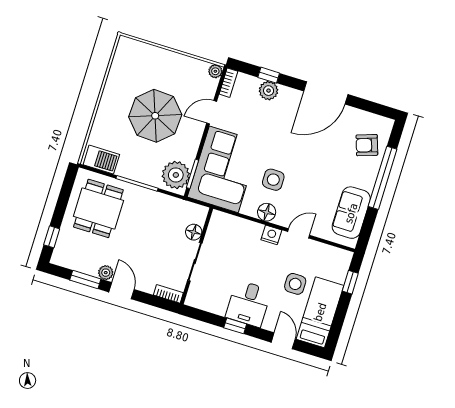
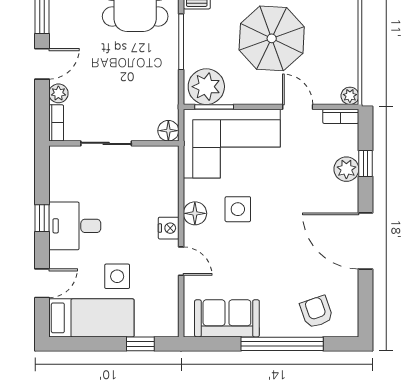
floor lamp: (194, 232) -> (168, 131), moved
plant: (106, 273) -> (58, 93), moved

